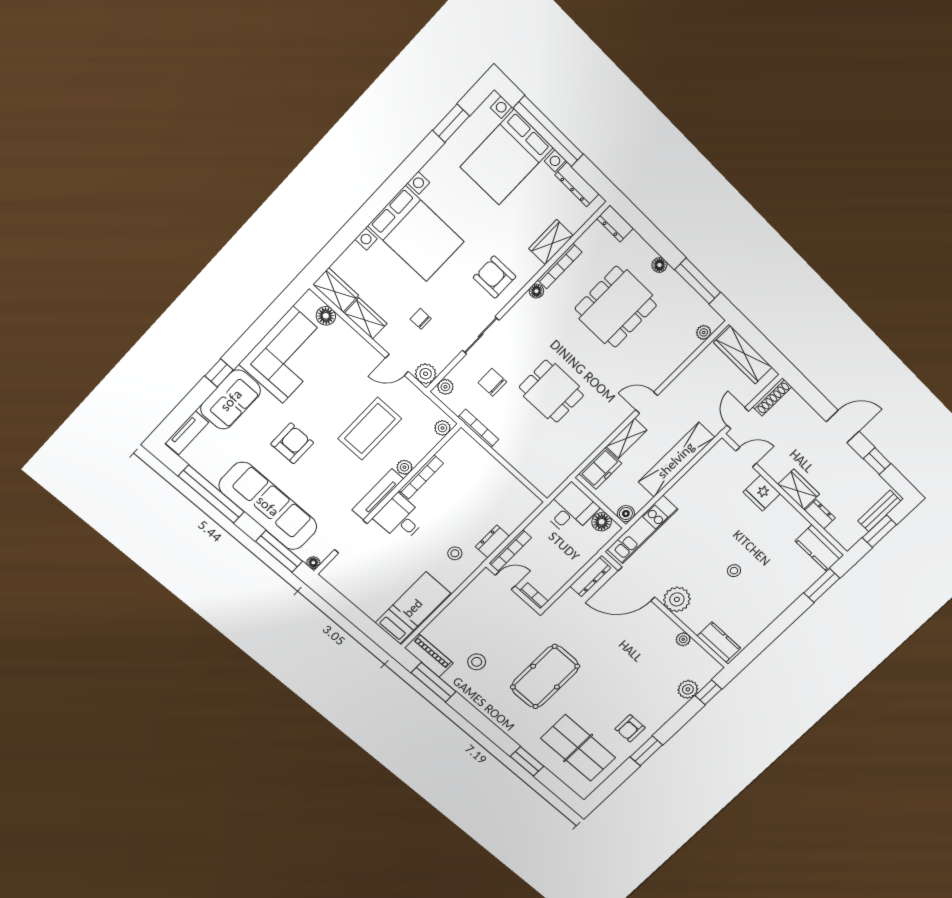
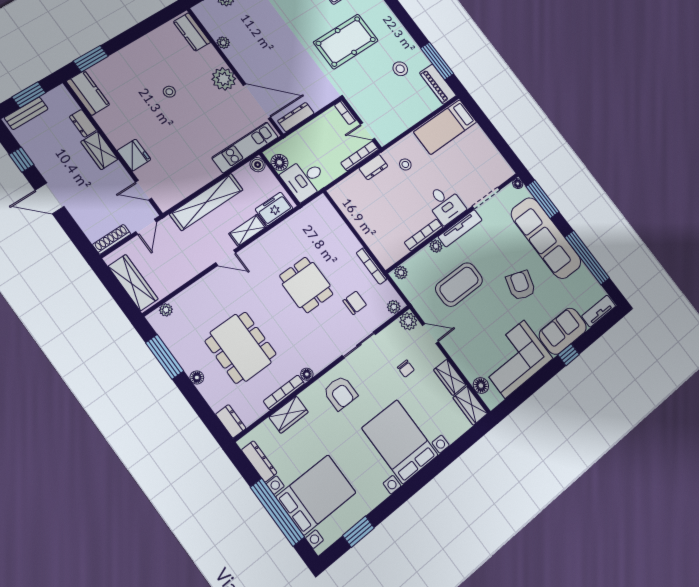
dining table: (616, 307) -> (241, 348), turned 90
chair: (492, 382) -> (355, 303), turned -90
armchair: (292, 443) -> (521, 285), turned 108

